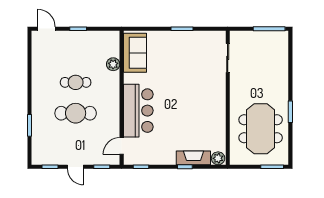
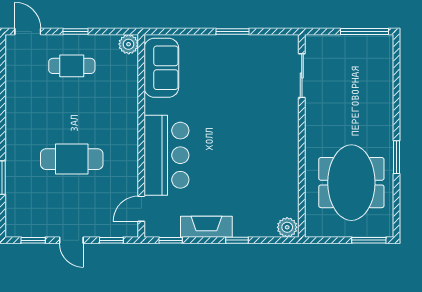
plant: (113, 64) -> (129, 44), moved
cafe table: (76, 82) -> (72, 66), moved
fireplace: (193, 158) -> (206, 227), moved

